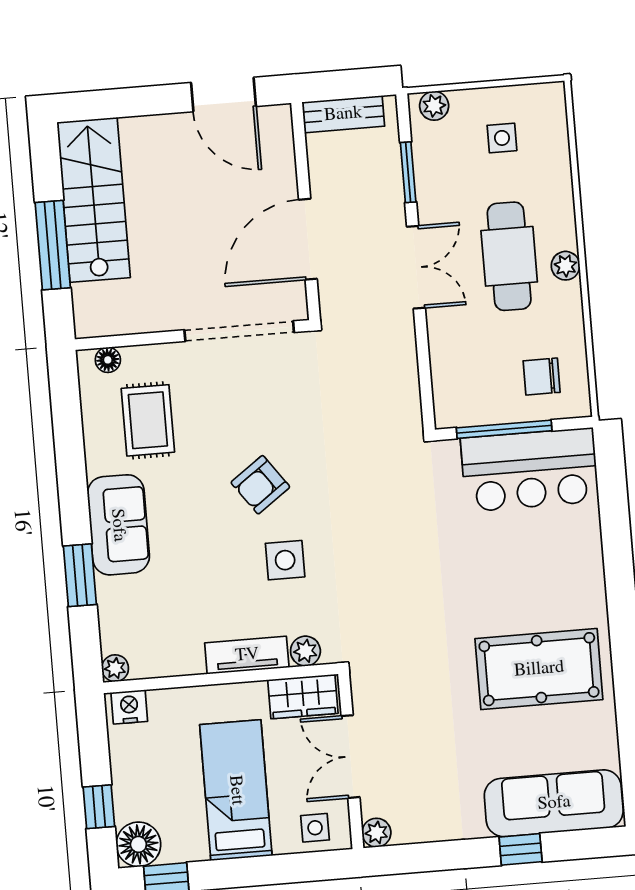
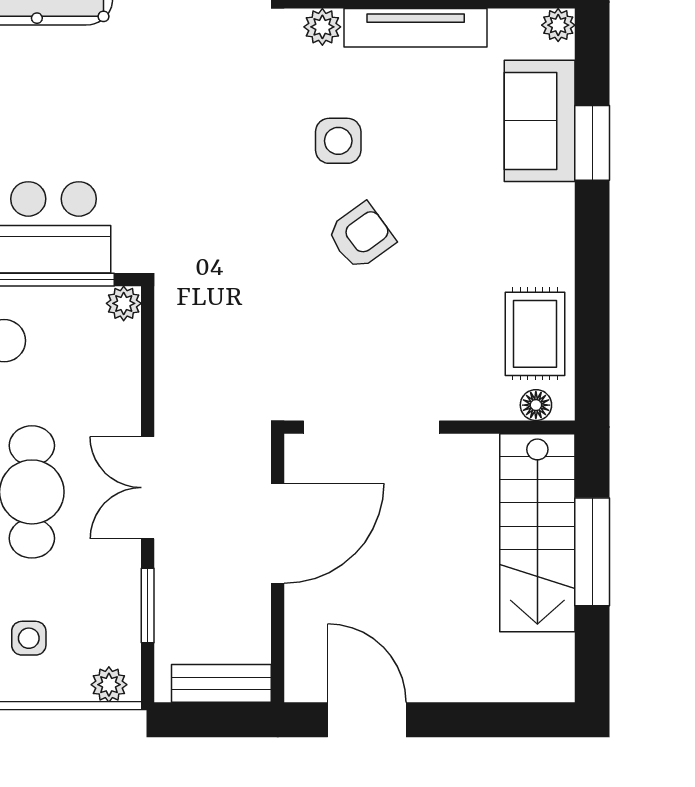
stairs: (94, 200) -> (537, 533), moved
plant: (448, 415) -> (124, 303), added
rug: (148, 420) -> (535, 334), moved
sofa: (118, 525) -> (540, 121), moved
tv unit: (247, 655) -> (416, 28), width x1.41

